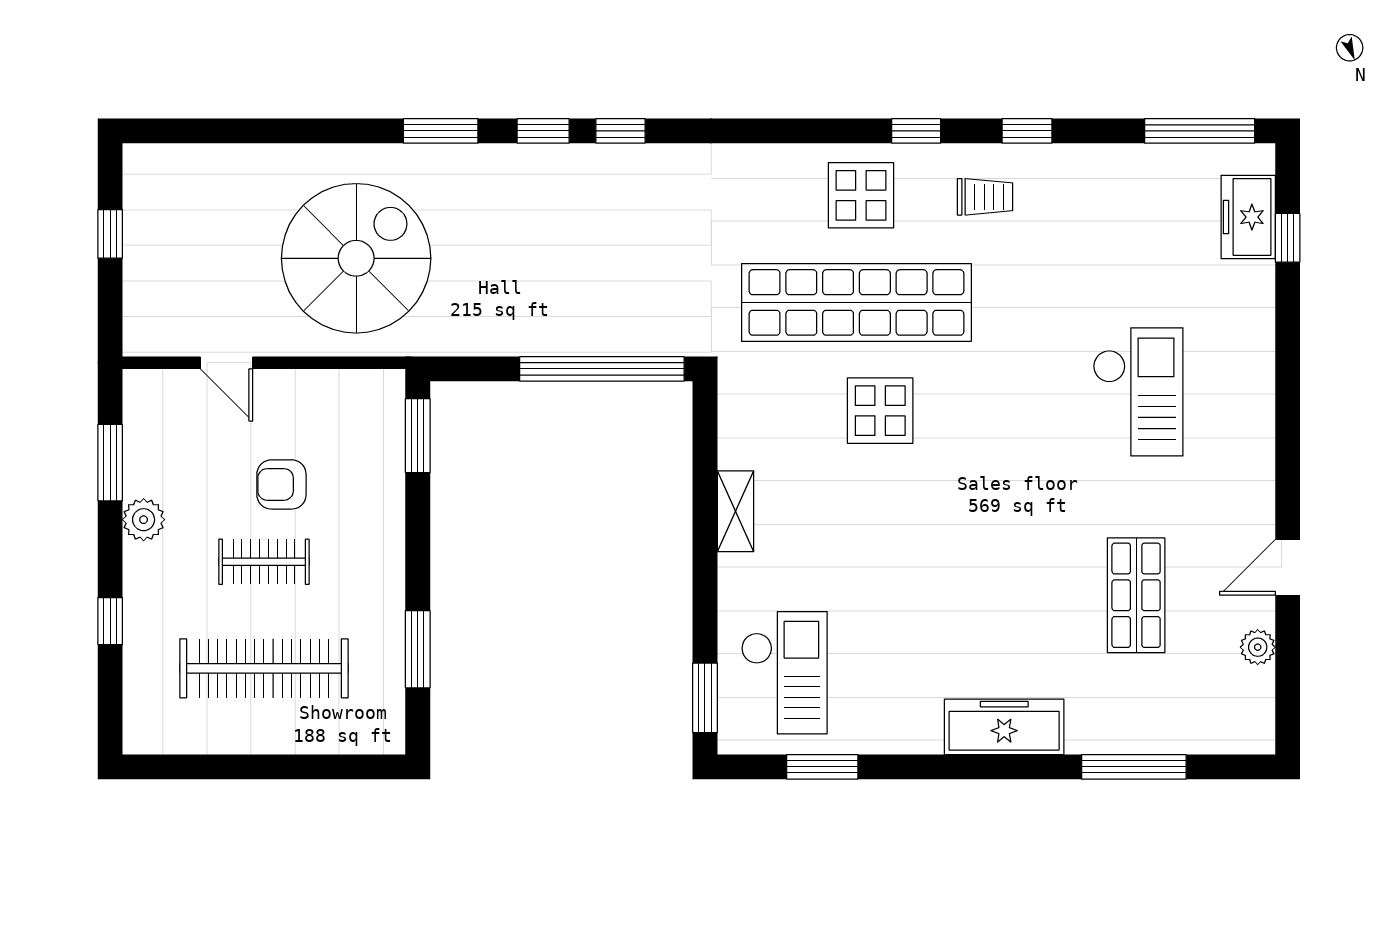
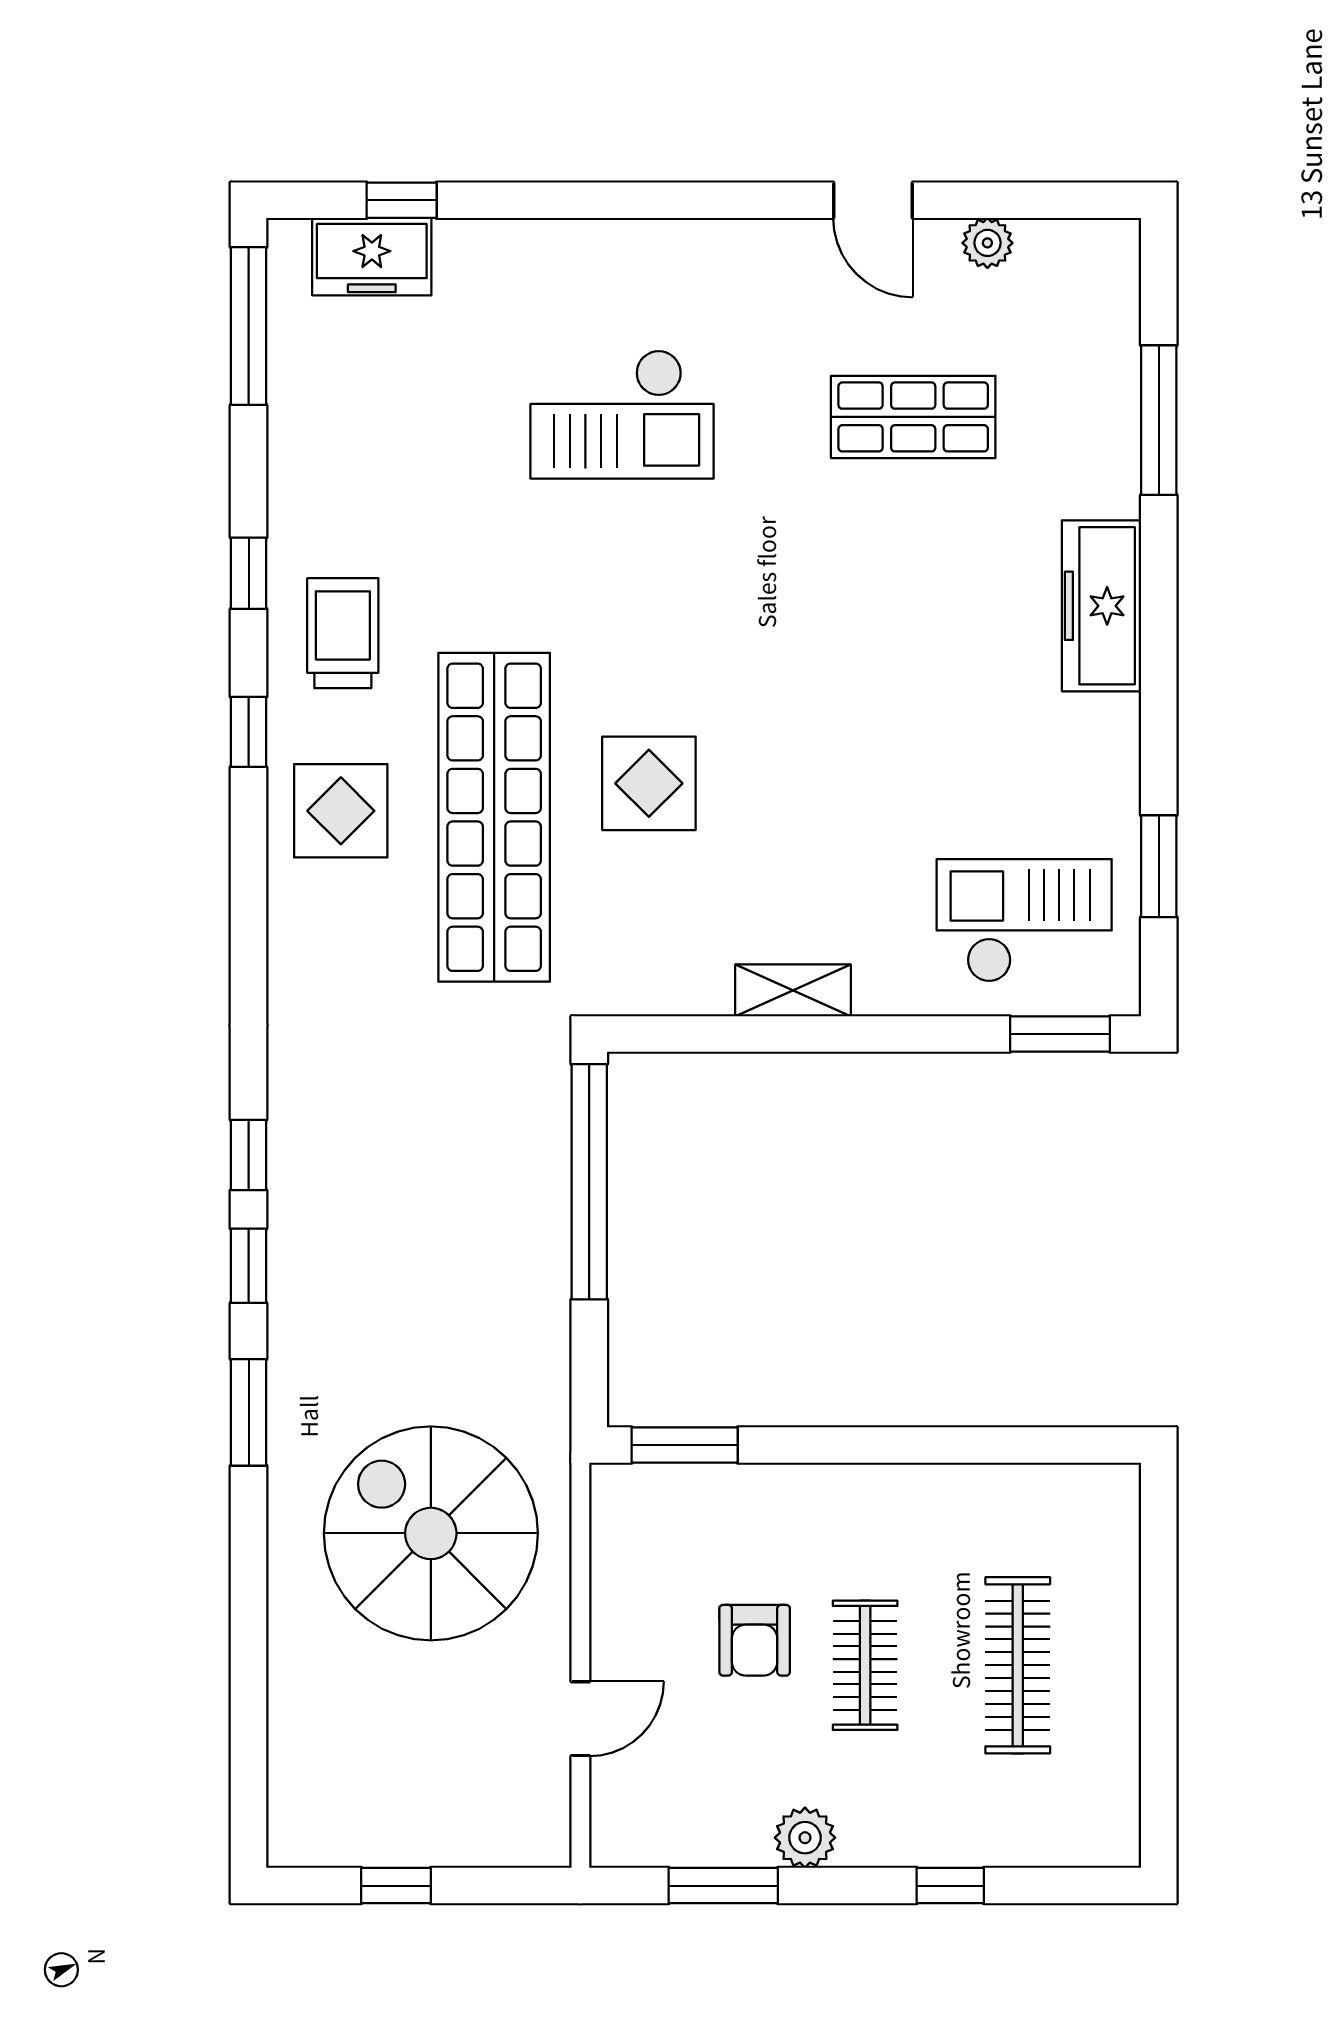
trolley: (985, 197) -> (343, 633), width x1.36, depth x1.39
checkout: (1138, 392) -> (622, 414), turned 180
window: (418, 649) -> (990, 1445), removed
clothes rail: (264, 668) -> (1018, 1665), width x0.73, depth x0.76

